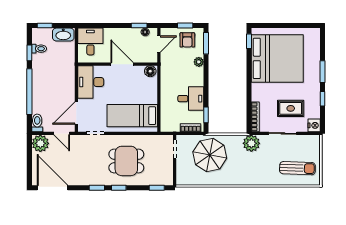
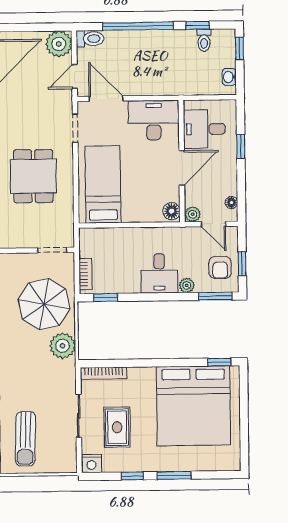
window: (139, 26) -> (241, 146), moved
washbasin: (63, 35) -> (229, 77), width x0.52, depth x0.69
armchair: (187, 40) -> (220, 267), turned -90
desk: (90, 42) -> (204, 129), moved, turned 180
plant: (152, 57) -> (193, 214), added
desk: (191, 99) -> (159, 273), moved
plant: (251, 143) -> (63, 346), moved

